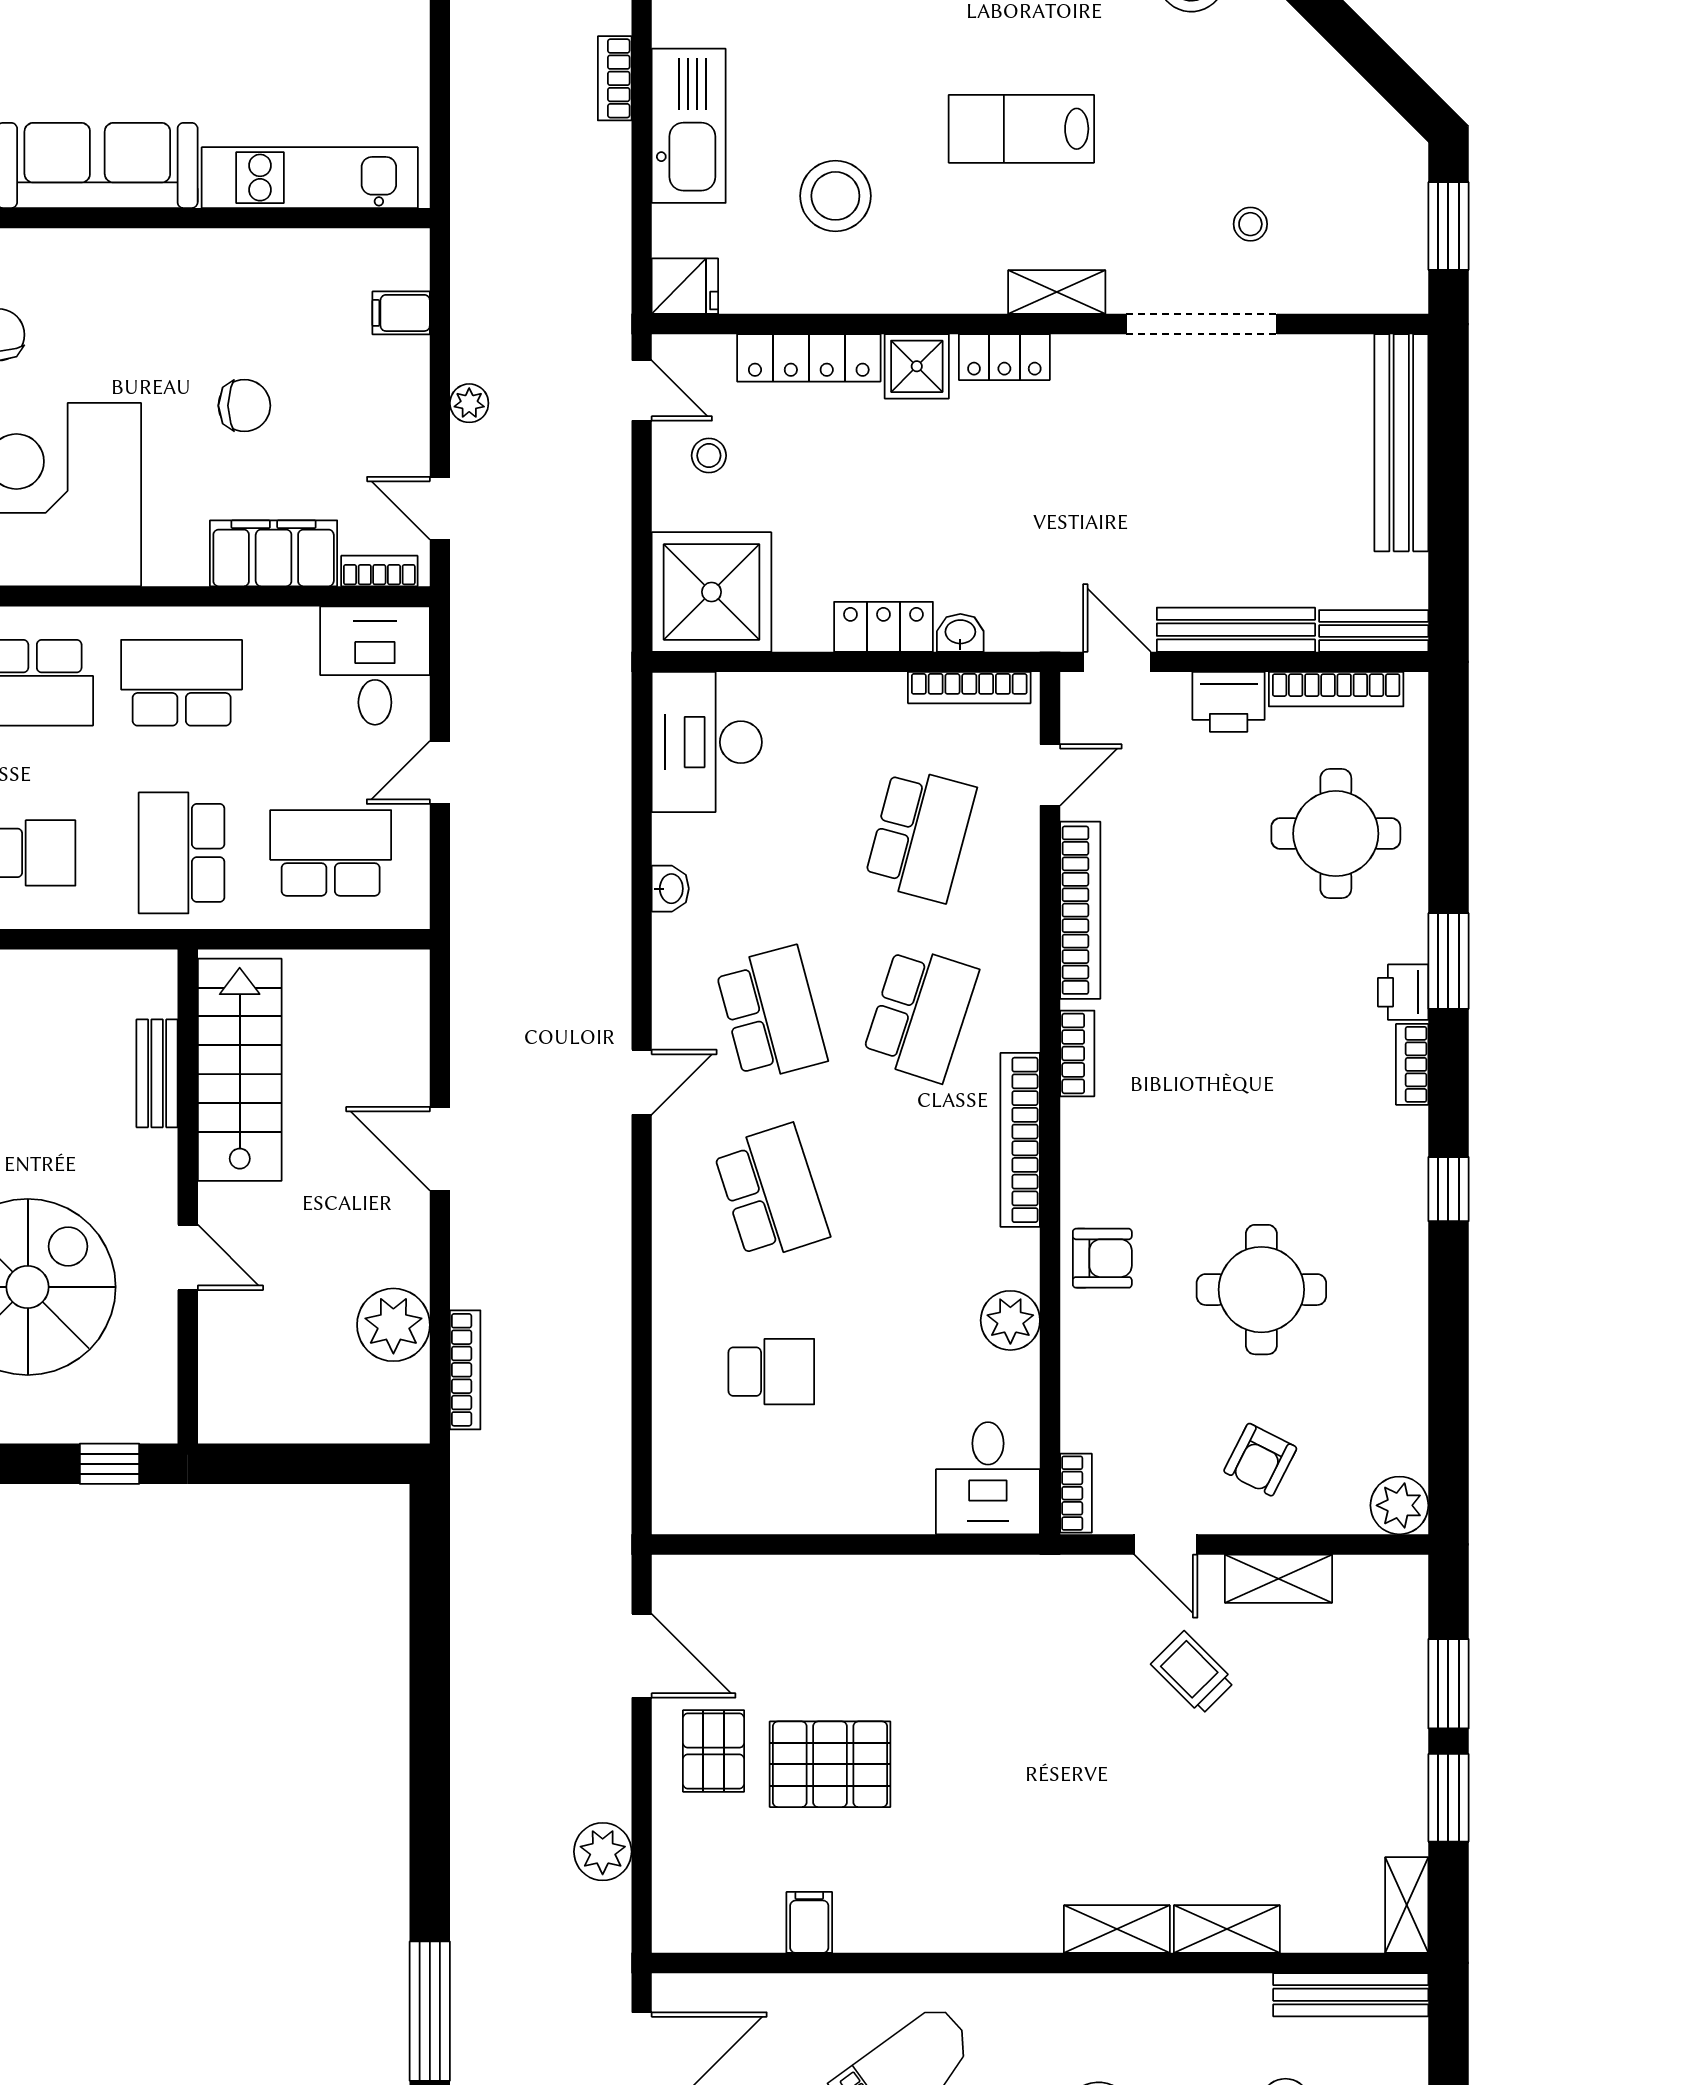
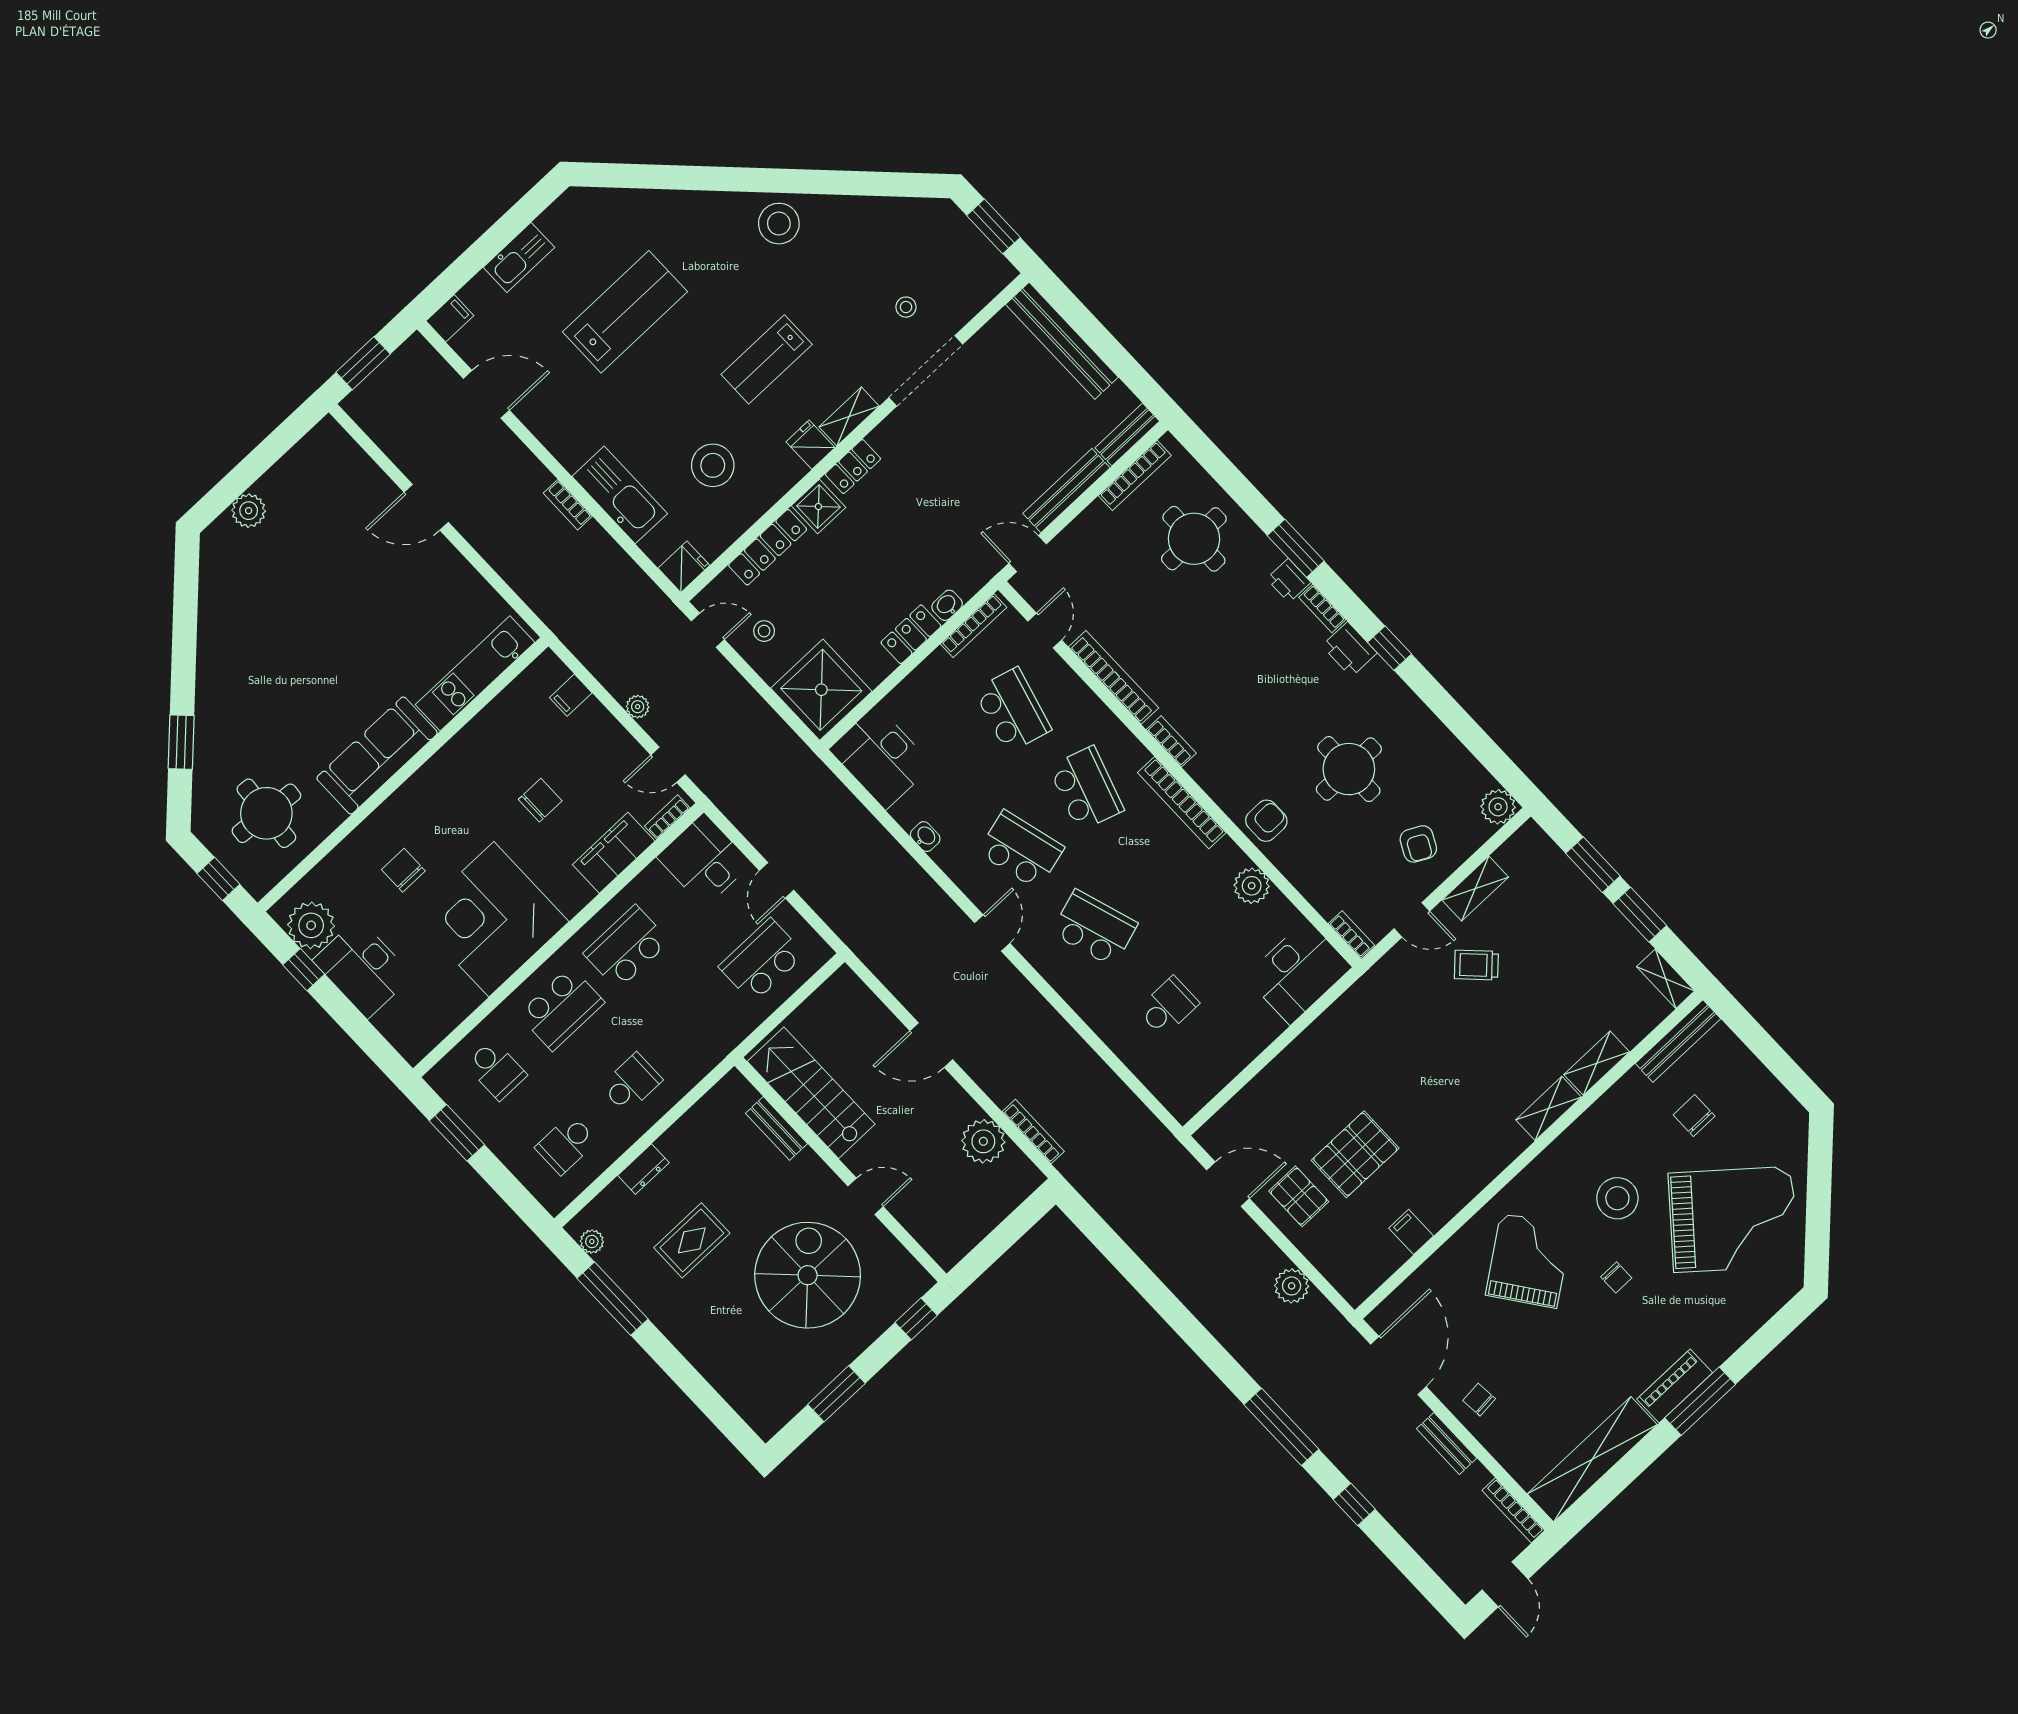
fridge: (978, 282) -> (810, 445), added
printer: (1229, 702) -> (1349, 649), moved, turned 90
school desk: (182, 853) -> (697, 1022), removed
desk: (988, 1478) -> (1298, 972), width x1.37

